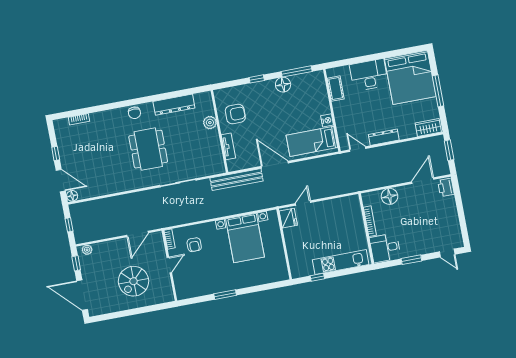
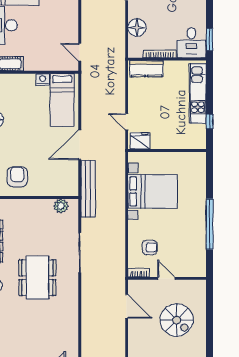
plant: (210, 123) -> (61, 206), moved
dresser: (384, 137) -> (72, 22), removed
tv unit: (228, 146) -> (51, 191), removed
dining table: (148, 149) -> (37, 278), turned 90
door: (358, 149) -> (80, 52), hinge flipped
kitchen counter: (354, 212) -> (147, 69), added
window: (411, 260) -> (210, 39), moved
window: (225, 295) -> (210, 224), width x2.11

